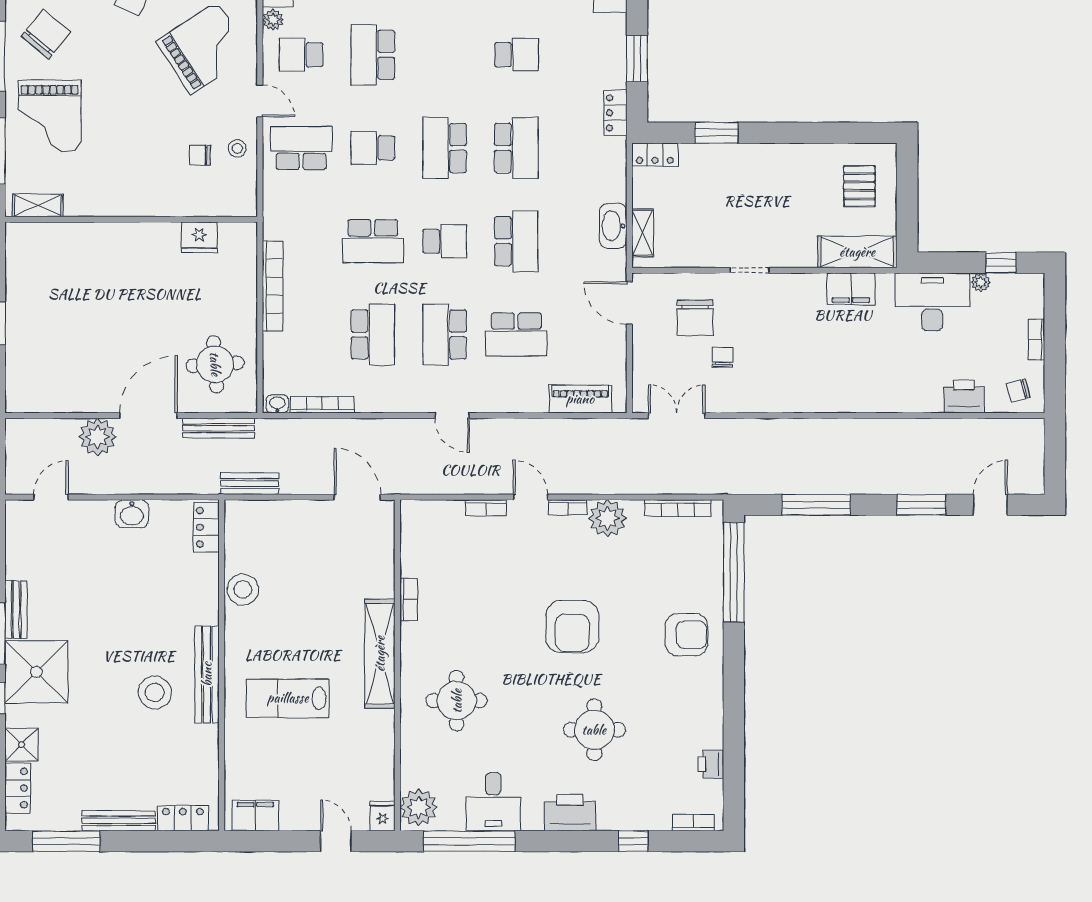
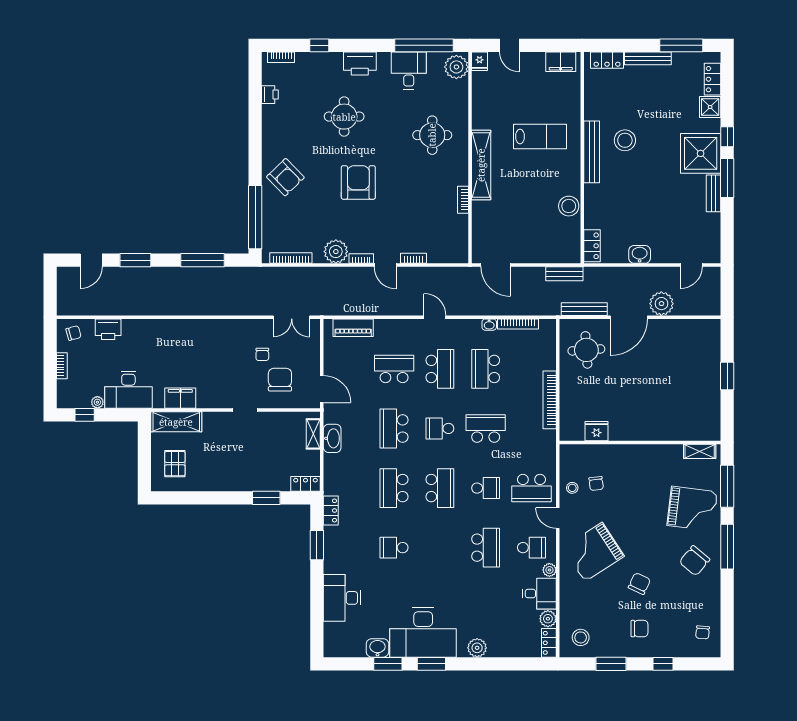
grand piano: (50, 116) -> (692, 509), turned 97
chair: (200, 155) -> (596, 483), turned 83
washbasin: (277, 404) -> (489, 325), moved
armchair: (686, 635) -> (285, 177), turned -134

